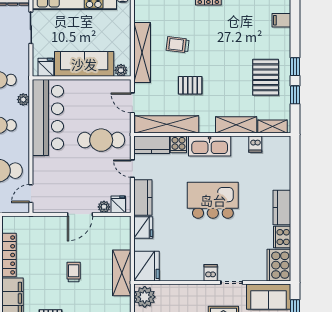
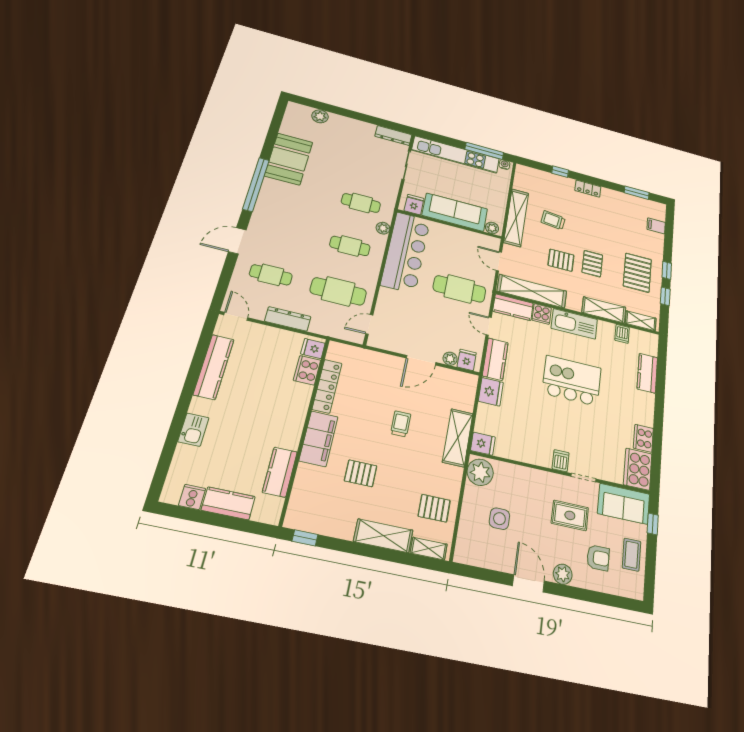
pallet: (221, 80) -> (592, 264), added
kitchen counter: (282, 208) -> (647, 373), moved
fridge: (147, 266) -> (483, 444), width x0.53, depth x0.75

